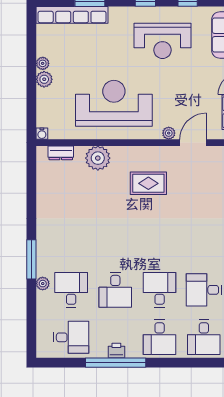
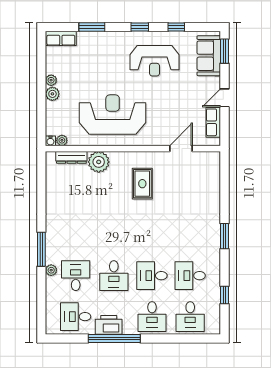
row of seats: (72, 15) -> (61, 38), width x0.50
plant: (169, 133) -> (62, 140), moved
dresser: (61, 153) -> (71, 157), width x1.44
rug: (148, 183) -> (142, 184), turned 90
desk: (160, 290) -> (152, 276), turned -90
desk: (71, 337) -> (76, 317), turned 180
printer: (116, 351) -> (109, 325), width x1.87, depth x1.48

